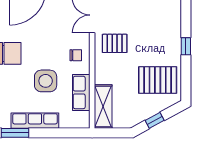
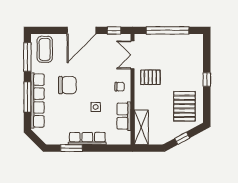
pallet: (158, 80) -> (184, 106), turned 90
side table: (46, 81) -> (96, 107), width x0.54, depth x0.54

